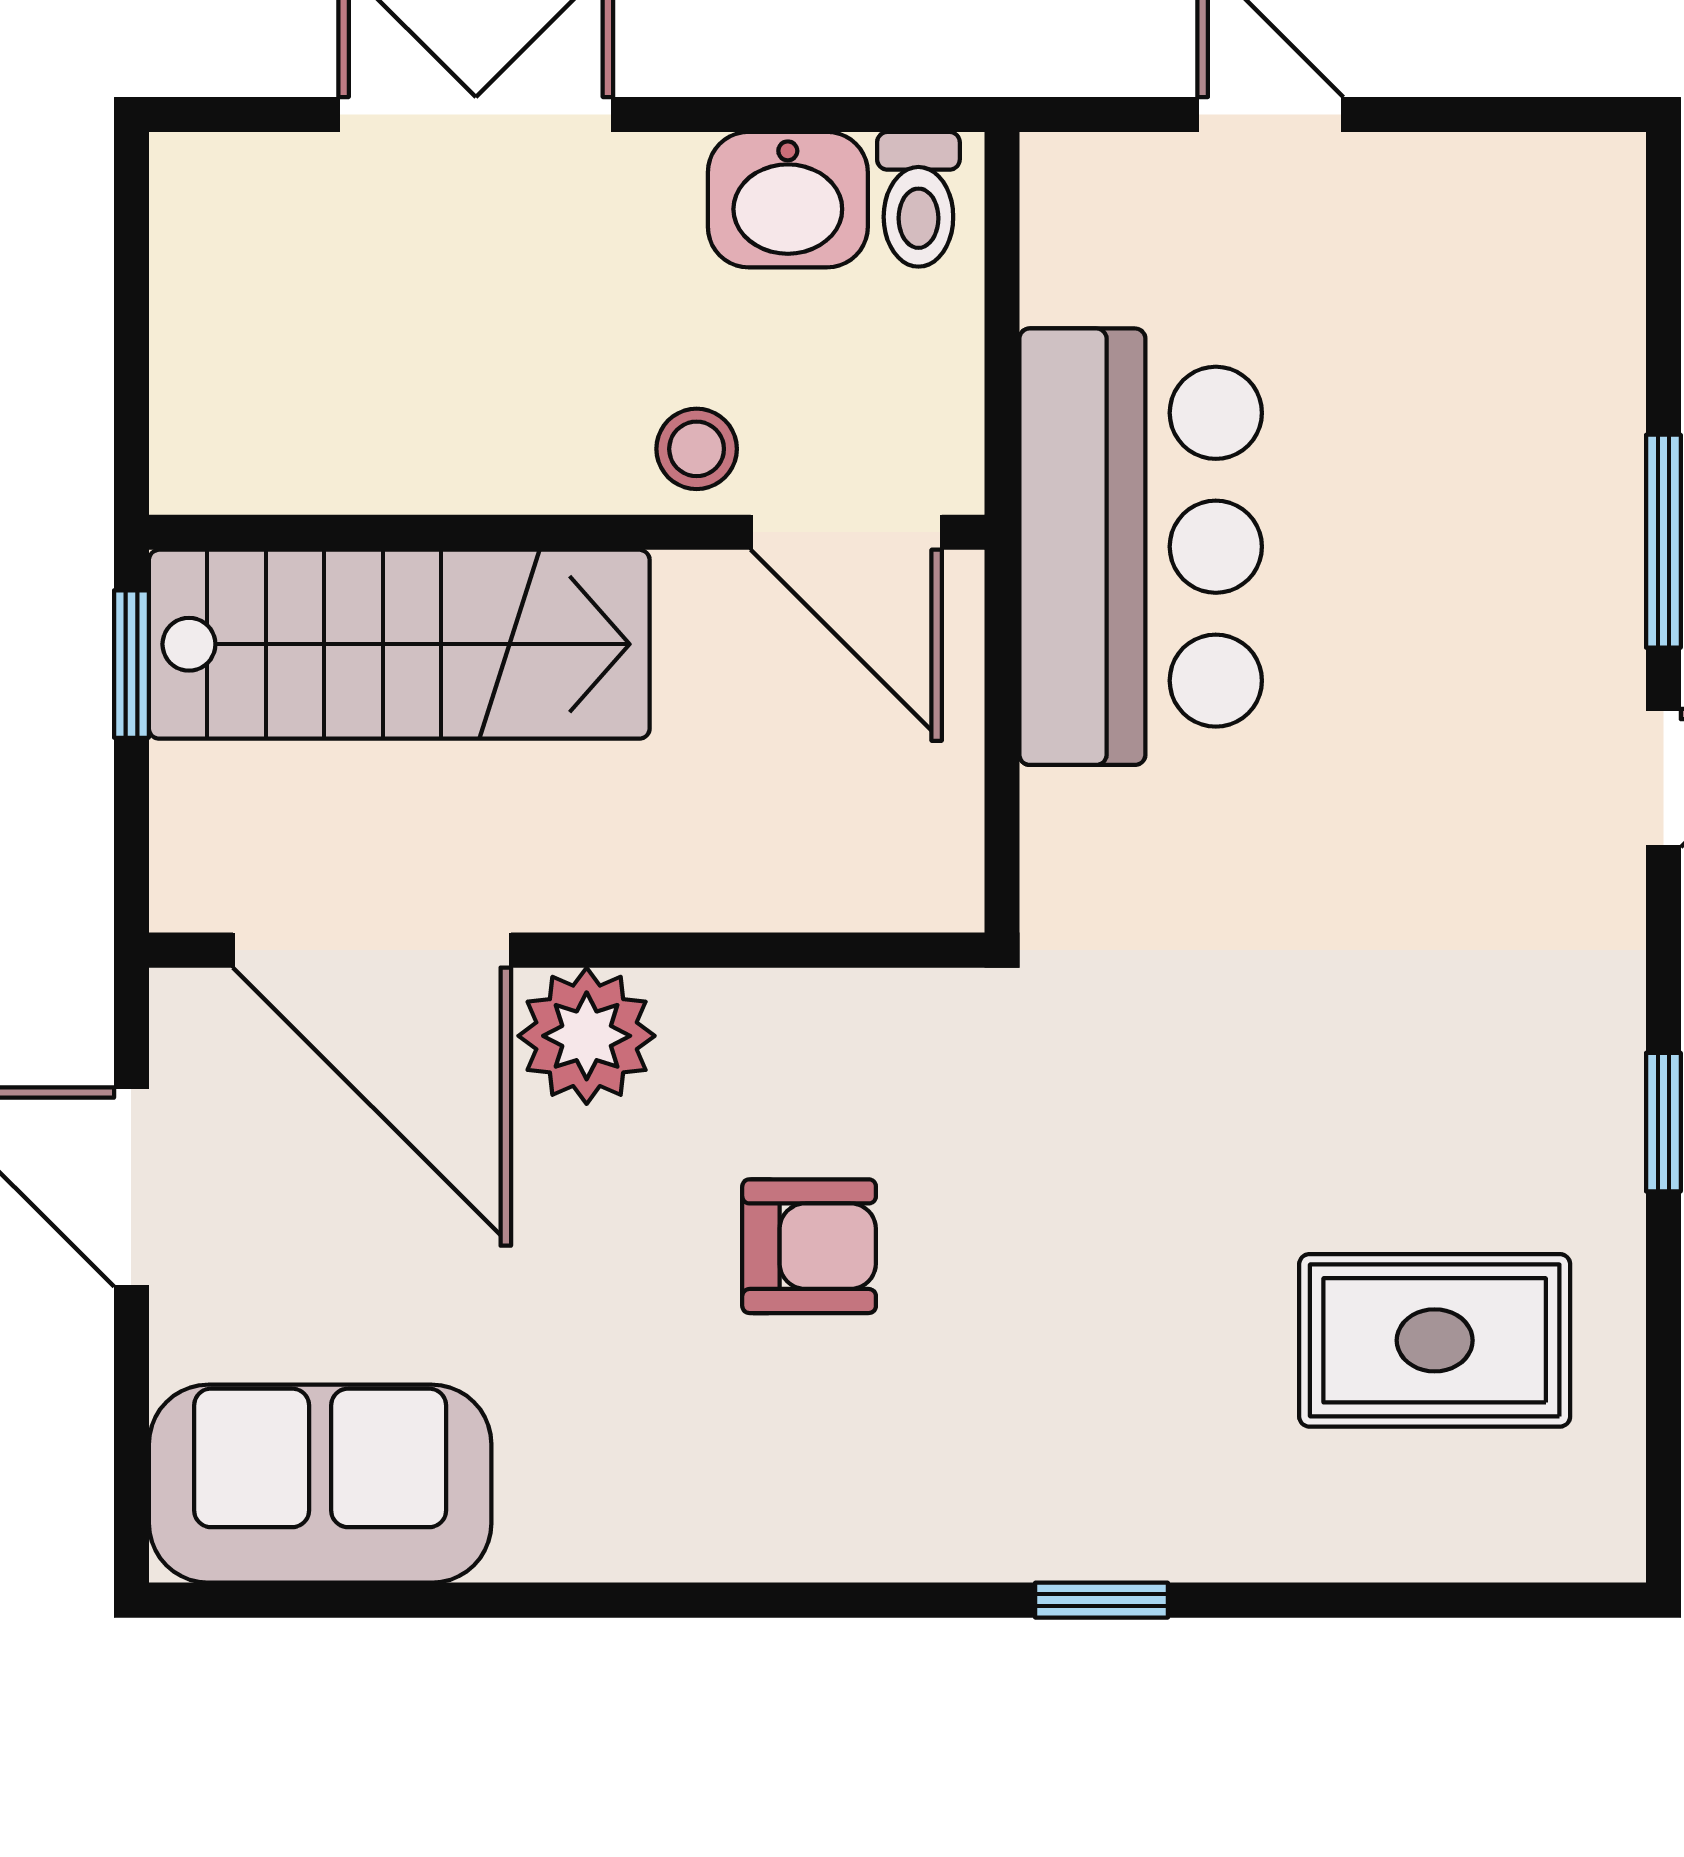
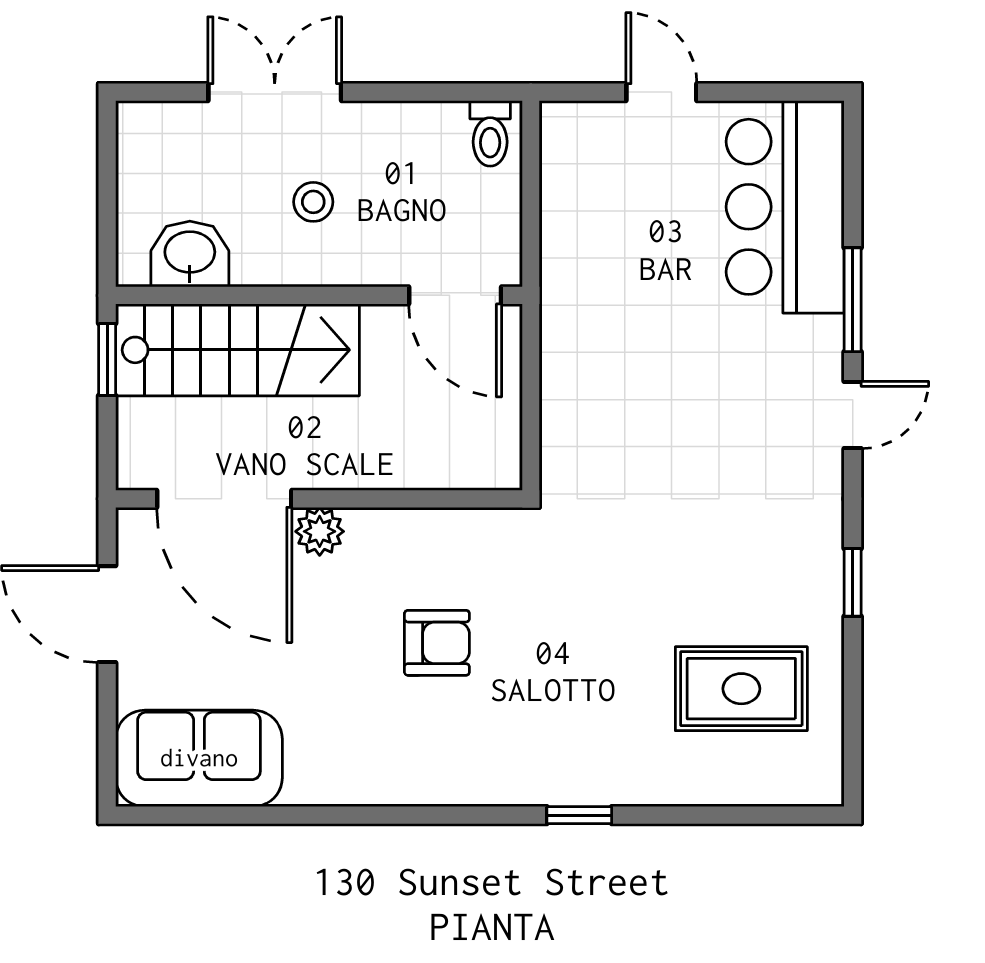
washbasin: (788, 200) -> (190, 254), moved, turned 180
stool: (697, 449) -> (313, 202), moved
bar counter: (1141, 547) -> (785, 207), moved, turned 180
plant: (587, 1036) -> (320, 531), width x0.73, depth x0.73

